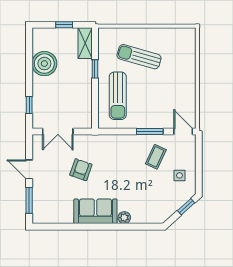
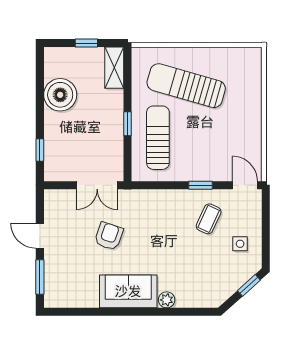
sun lounger: (139, 57) -> (186, 86), width x1.36, depth x1.34
window: (95, 69) -> (128, 124), moved
sun lounger: (118, 96) -> (158, 138), turned 180
double door: (58, 132) -> (97, 185), moved
window: (150, 132) -> (200, 185), width x0.67

